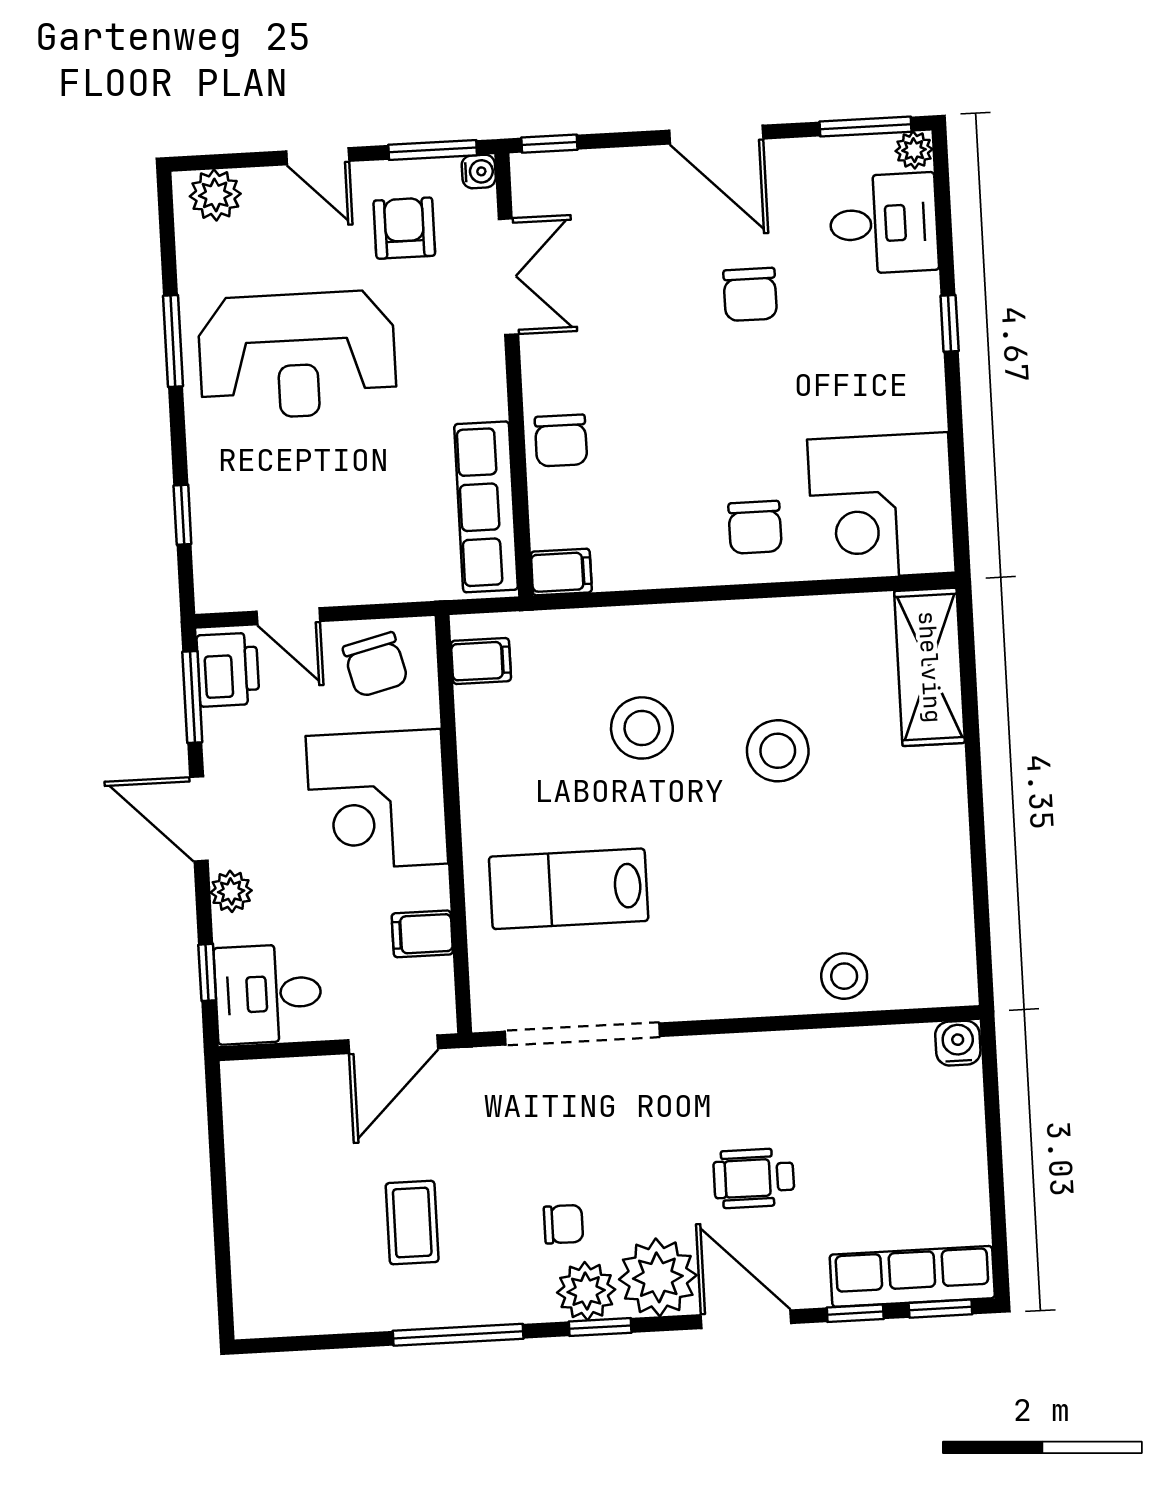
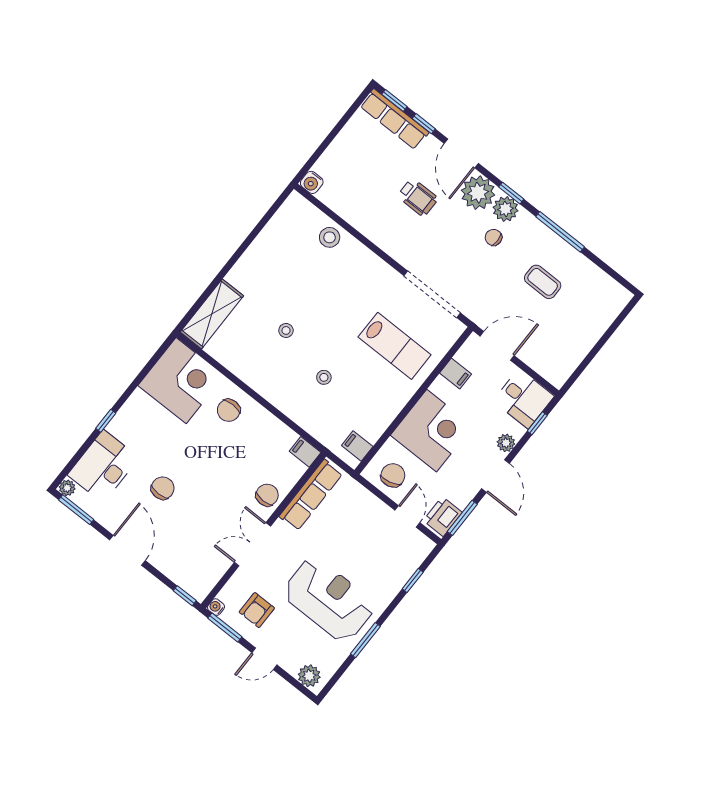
door: (318, 156) -> (264, 659), swing flipped
desk: (884, 224) -> (103, 466), width x1.37
double door: (508, 277) -> (252, 544), moved
chair: (755, 527) -> (229, 410), turned 180
stool: (642, 728) -> (324, 377), width x0.53, depth x0.53
stool: (778, 751) -> (286, 330), width x0.53, depth x0.53
coffee table: (412, 1223) -> (543, 282), turned 90

